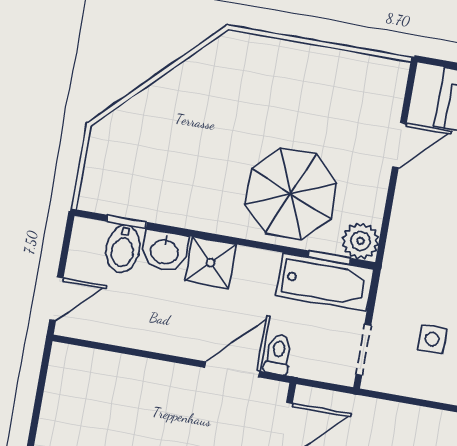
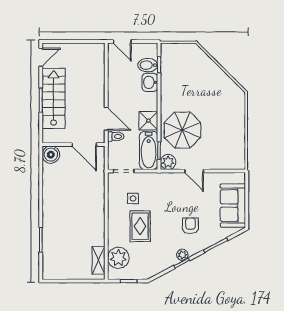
door: (399, 145) -> (194, 171), moved
shower: (210, 263) -> (148, 121), moved

